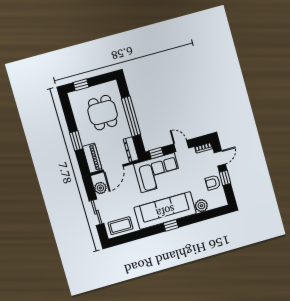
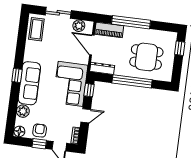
window: (76, 141) -> (131, 22), width x2.11
floor lamp: (221, 201) -> (19, 131), added
sofa: (165, 211) -> (29, 83), width x0.74, depth x0.79

